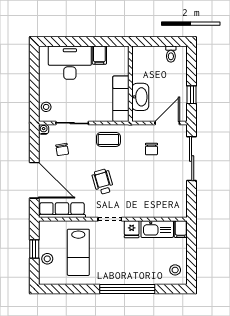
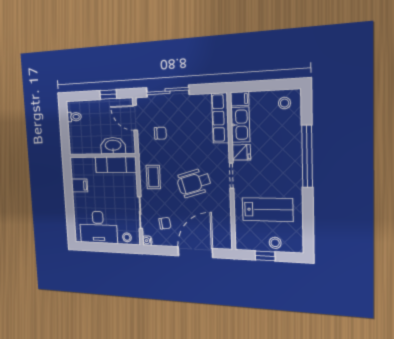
desk: (70, 63) -> (98, 227), moved, turned -90
wheelchair: (103, 182) -> (194, 183), width x1.36, depth x1.37
row of seats: (62, 210) -> (220, 118), moved

